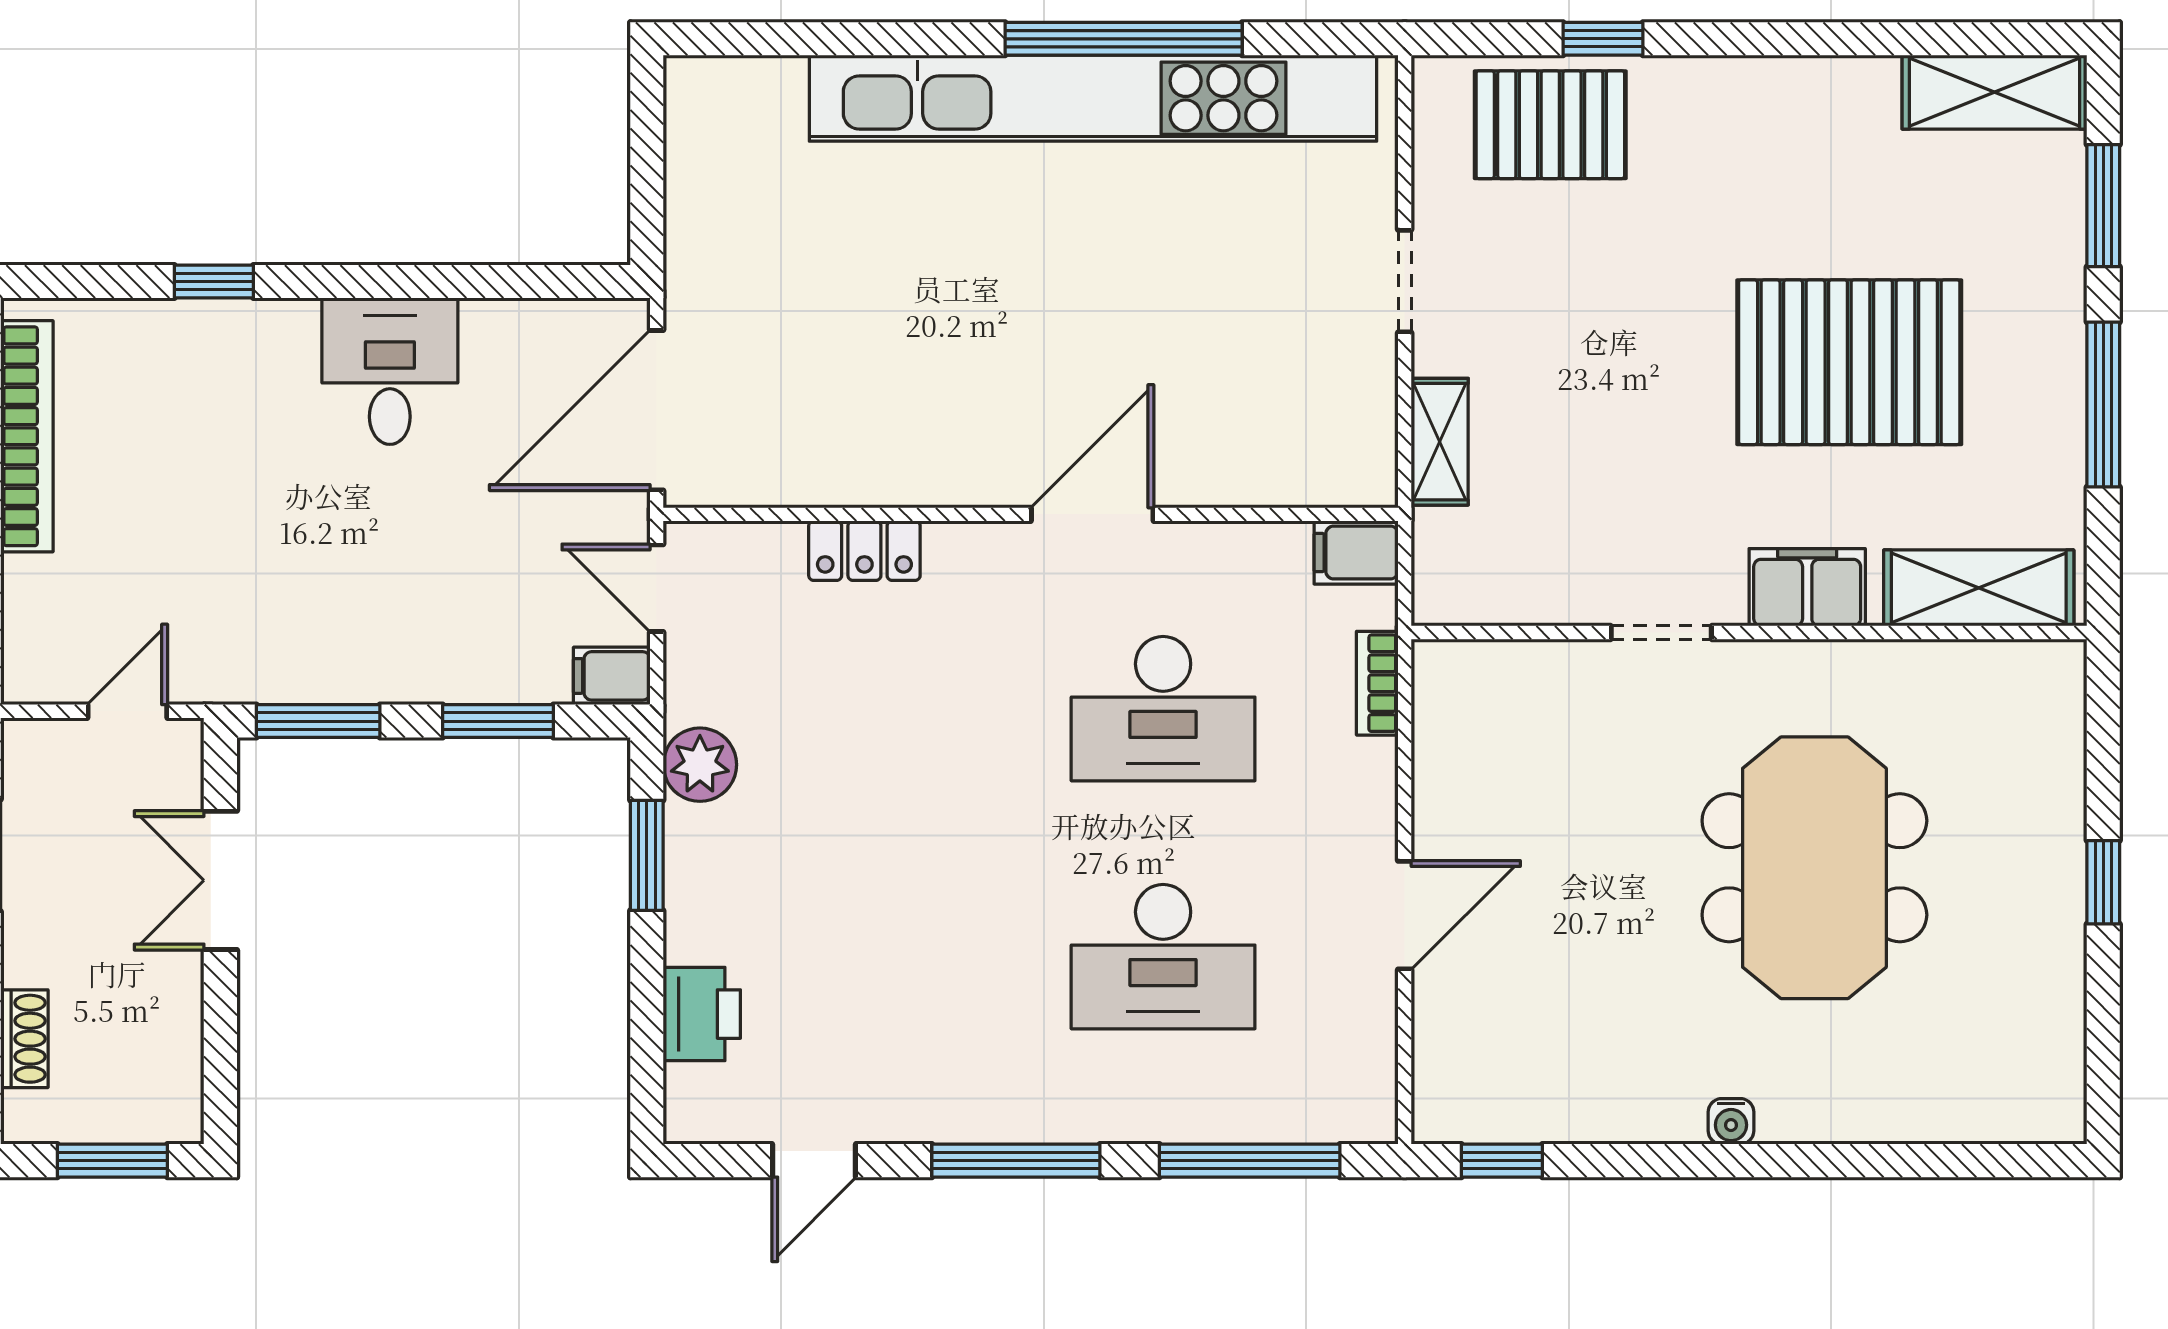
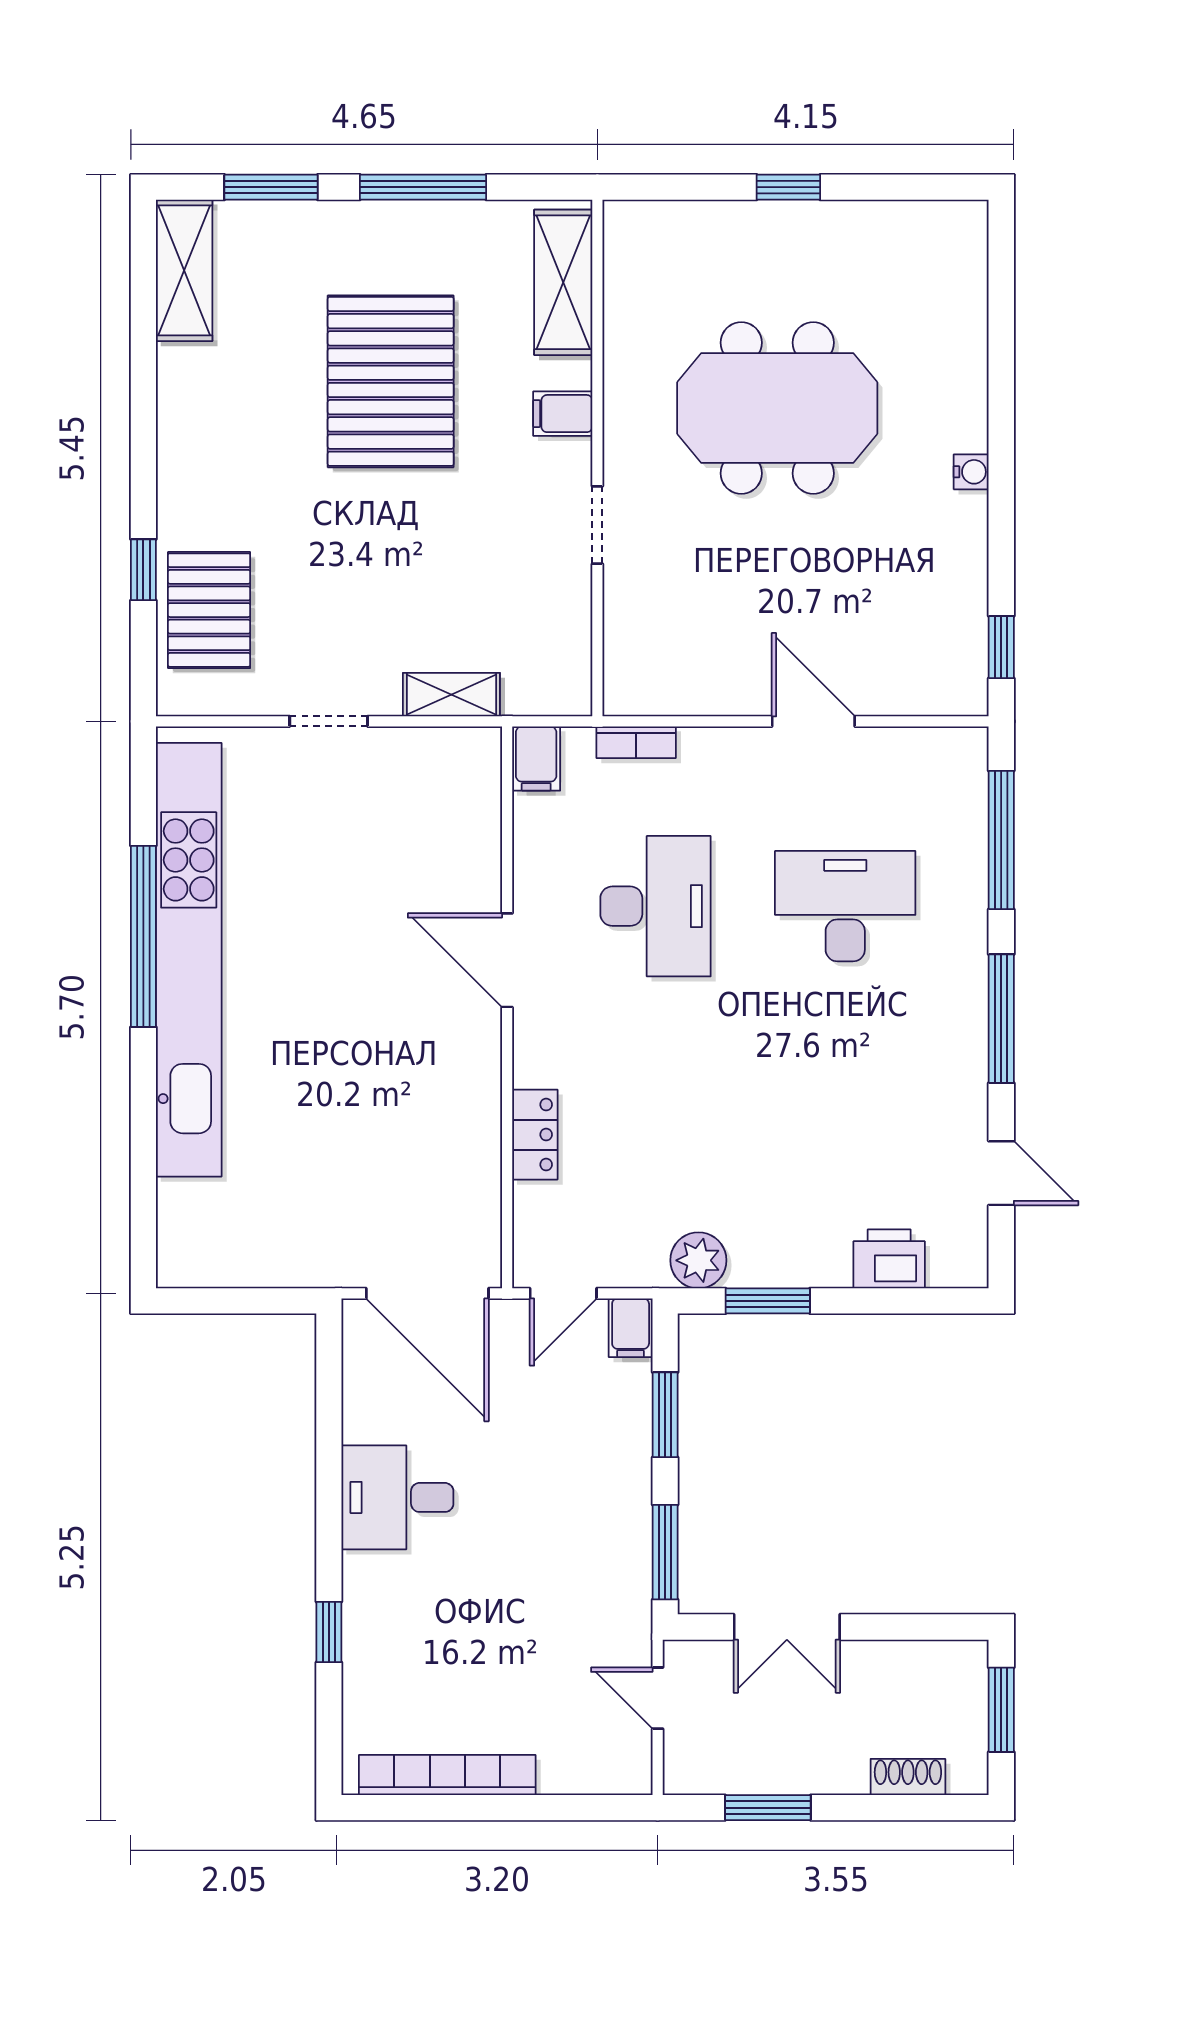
filing cabinet: (1807, 587) -> (563, 414), width x0.50
desk: (1163, 957) -> (845, 906), turned -90

